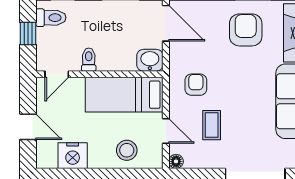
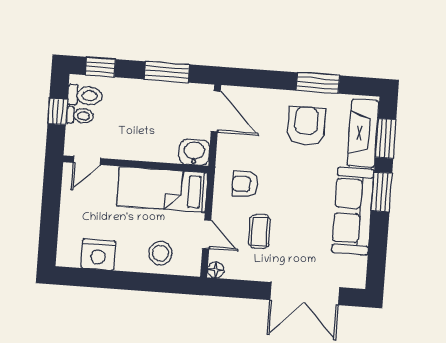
toilet: (89, 60) -> (80, 116), moved, turned 90
armchair: (196, 85) -> (245, 184), turned -90
door: (28, 127) -> (50, 218), removed

